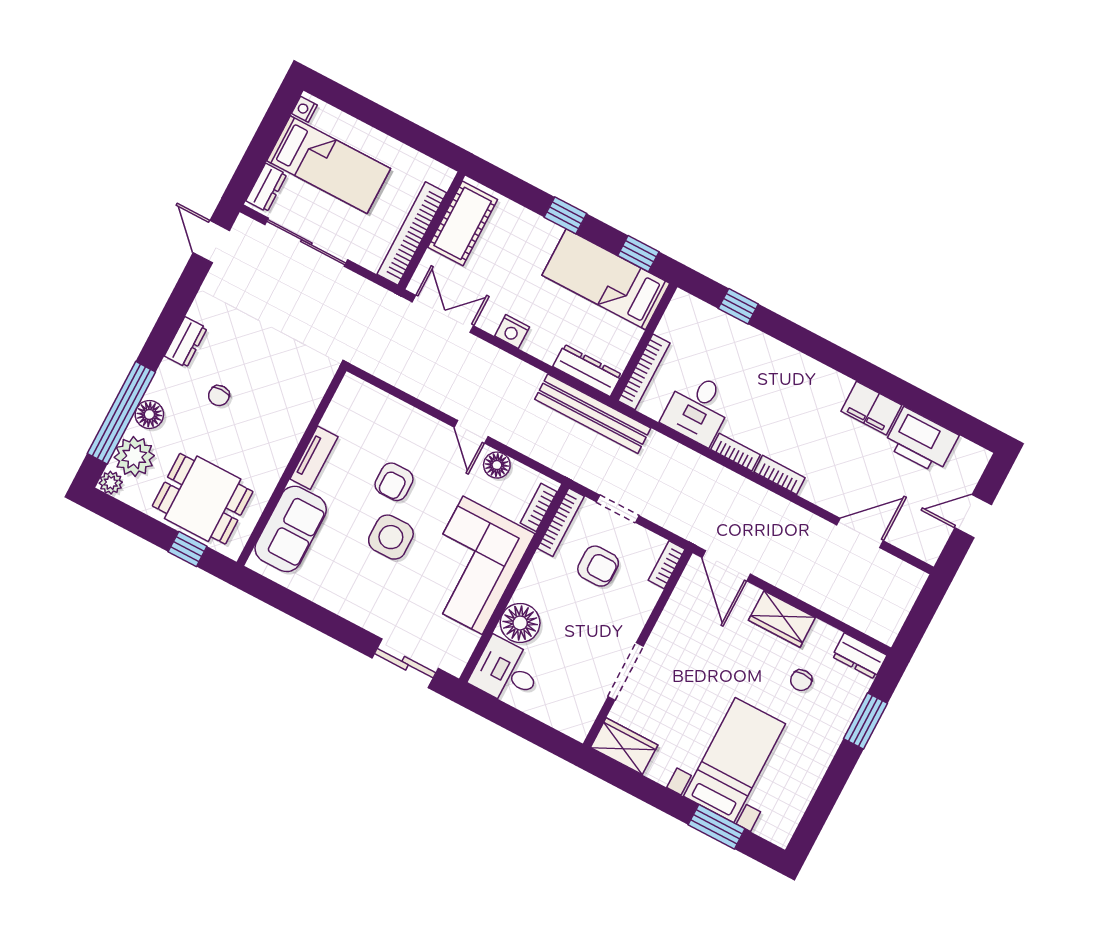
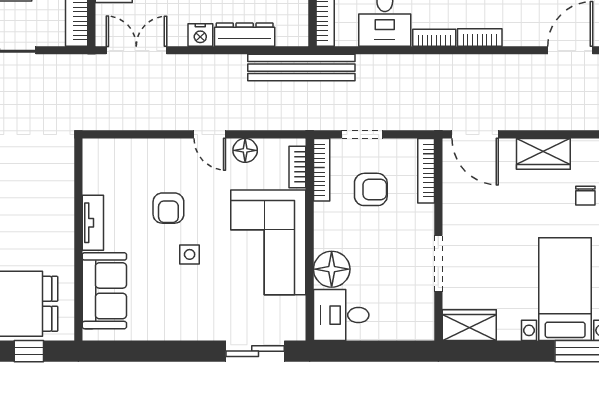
dresser: (587, 370) -> (245, 35), moved
side table: (391, 537) -> (190, 254), width x0.54, depth x0.54
bookcase: (667, 565) -> (426, 171), width x1.56

